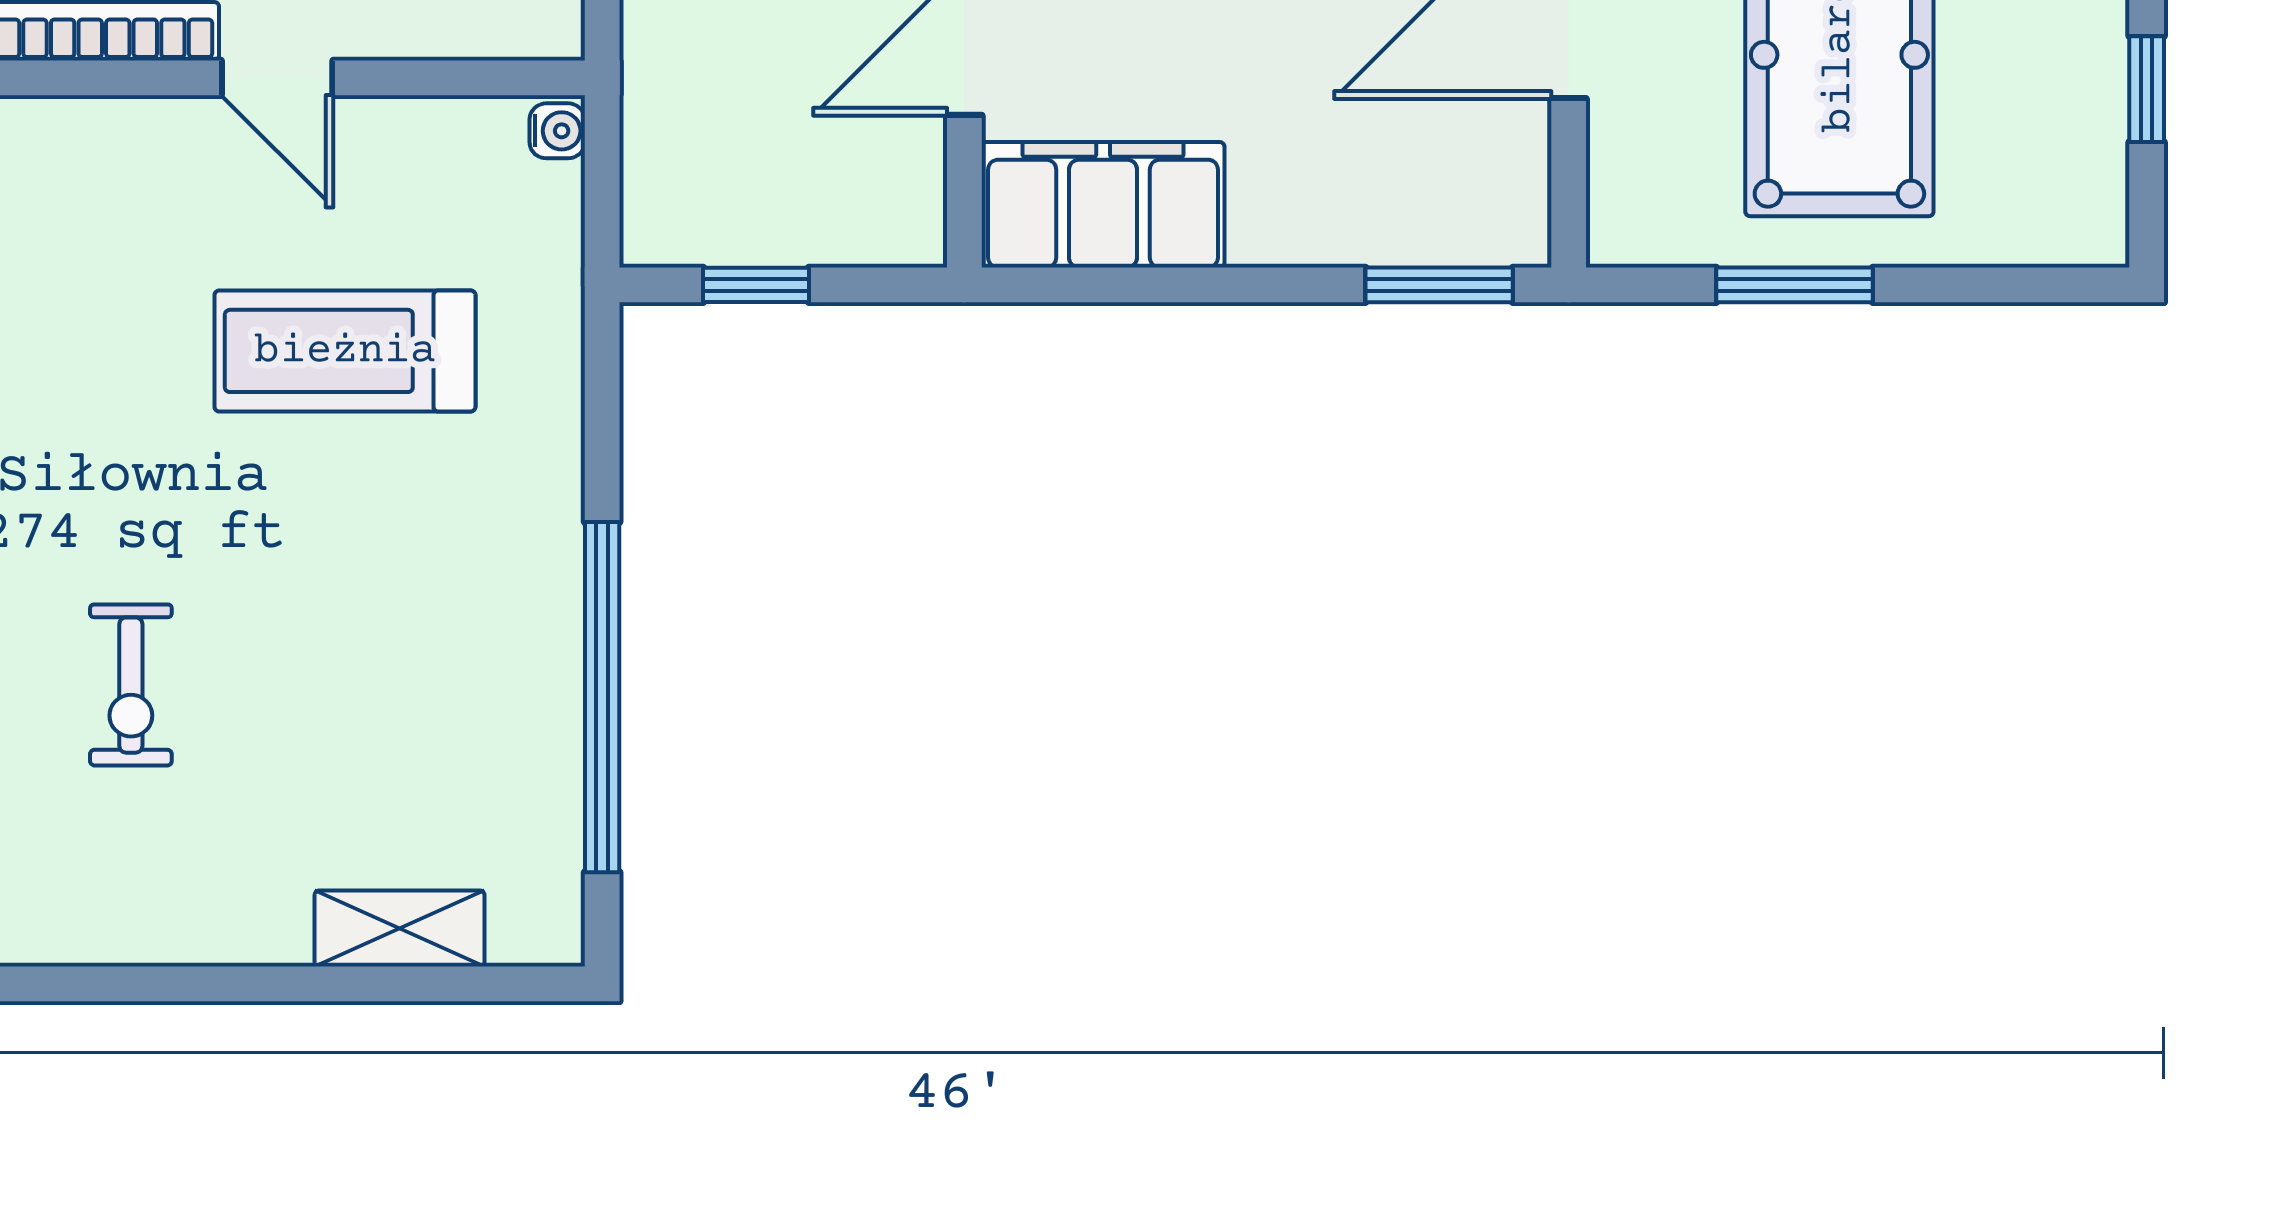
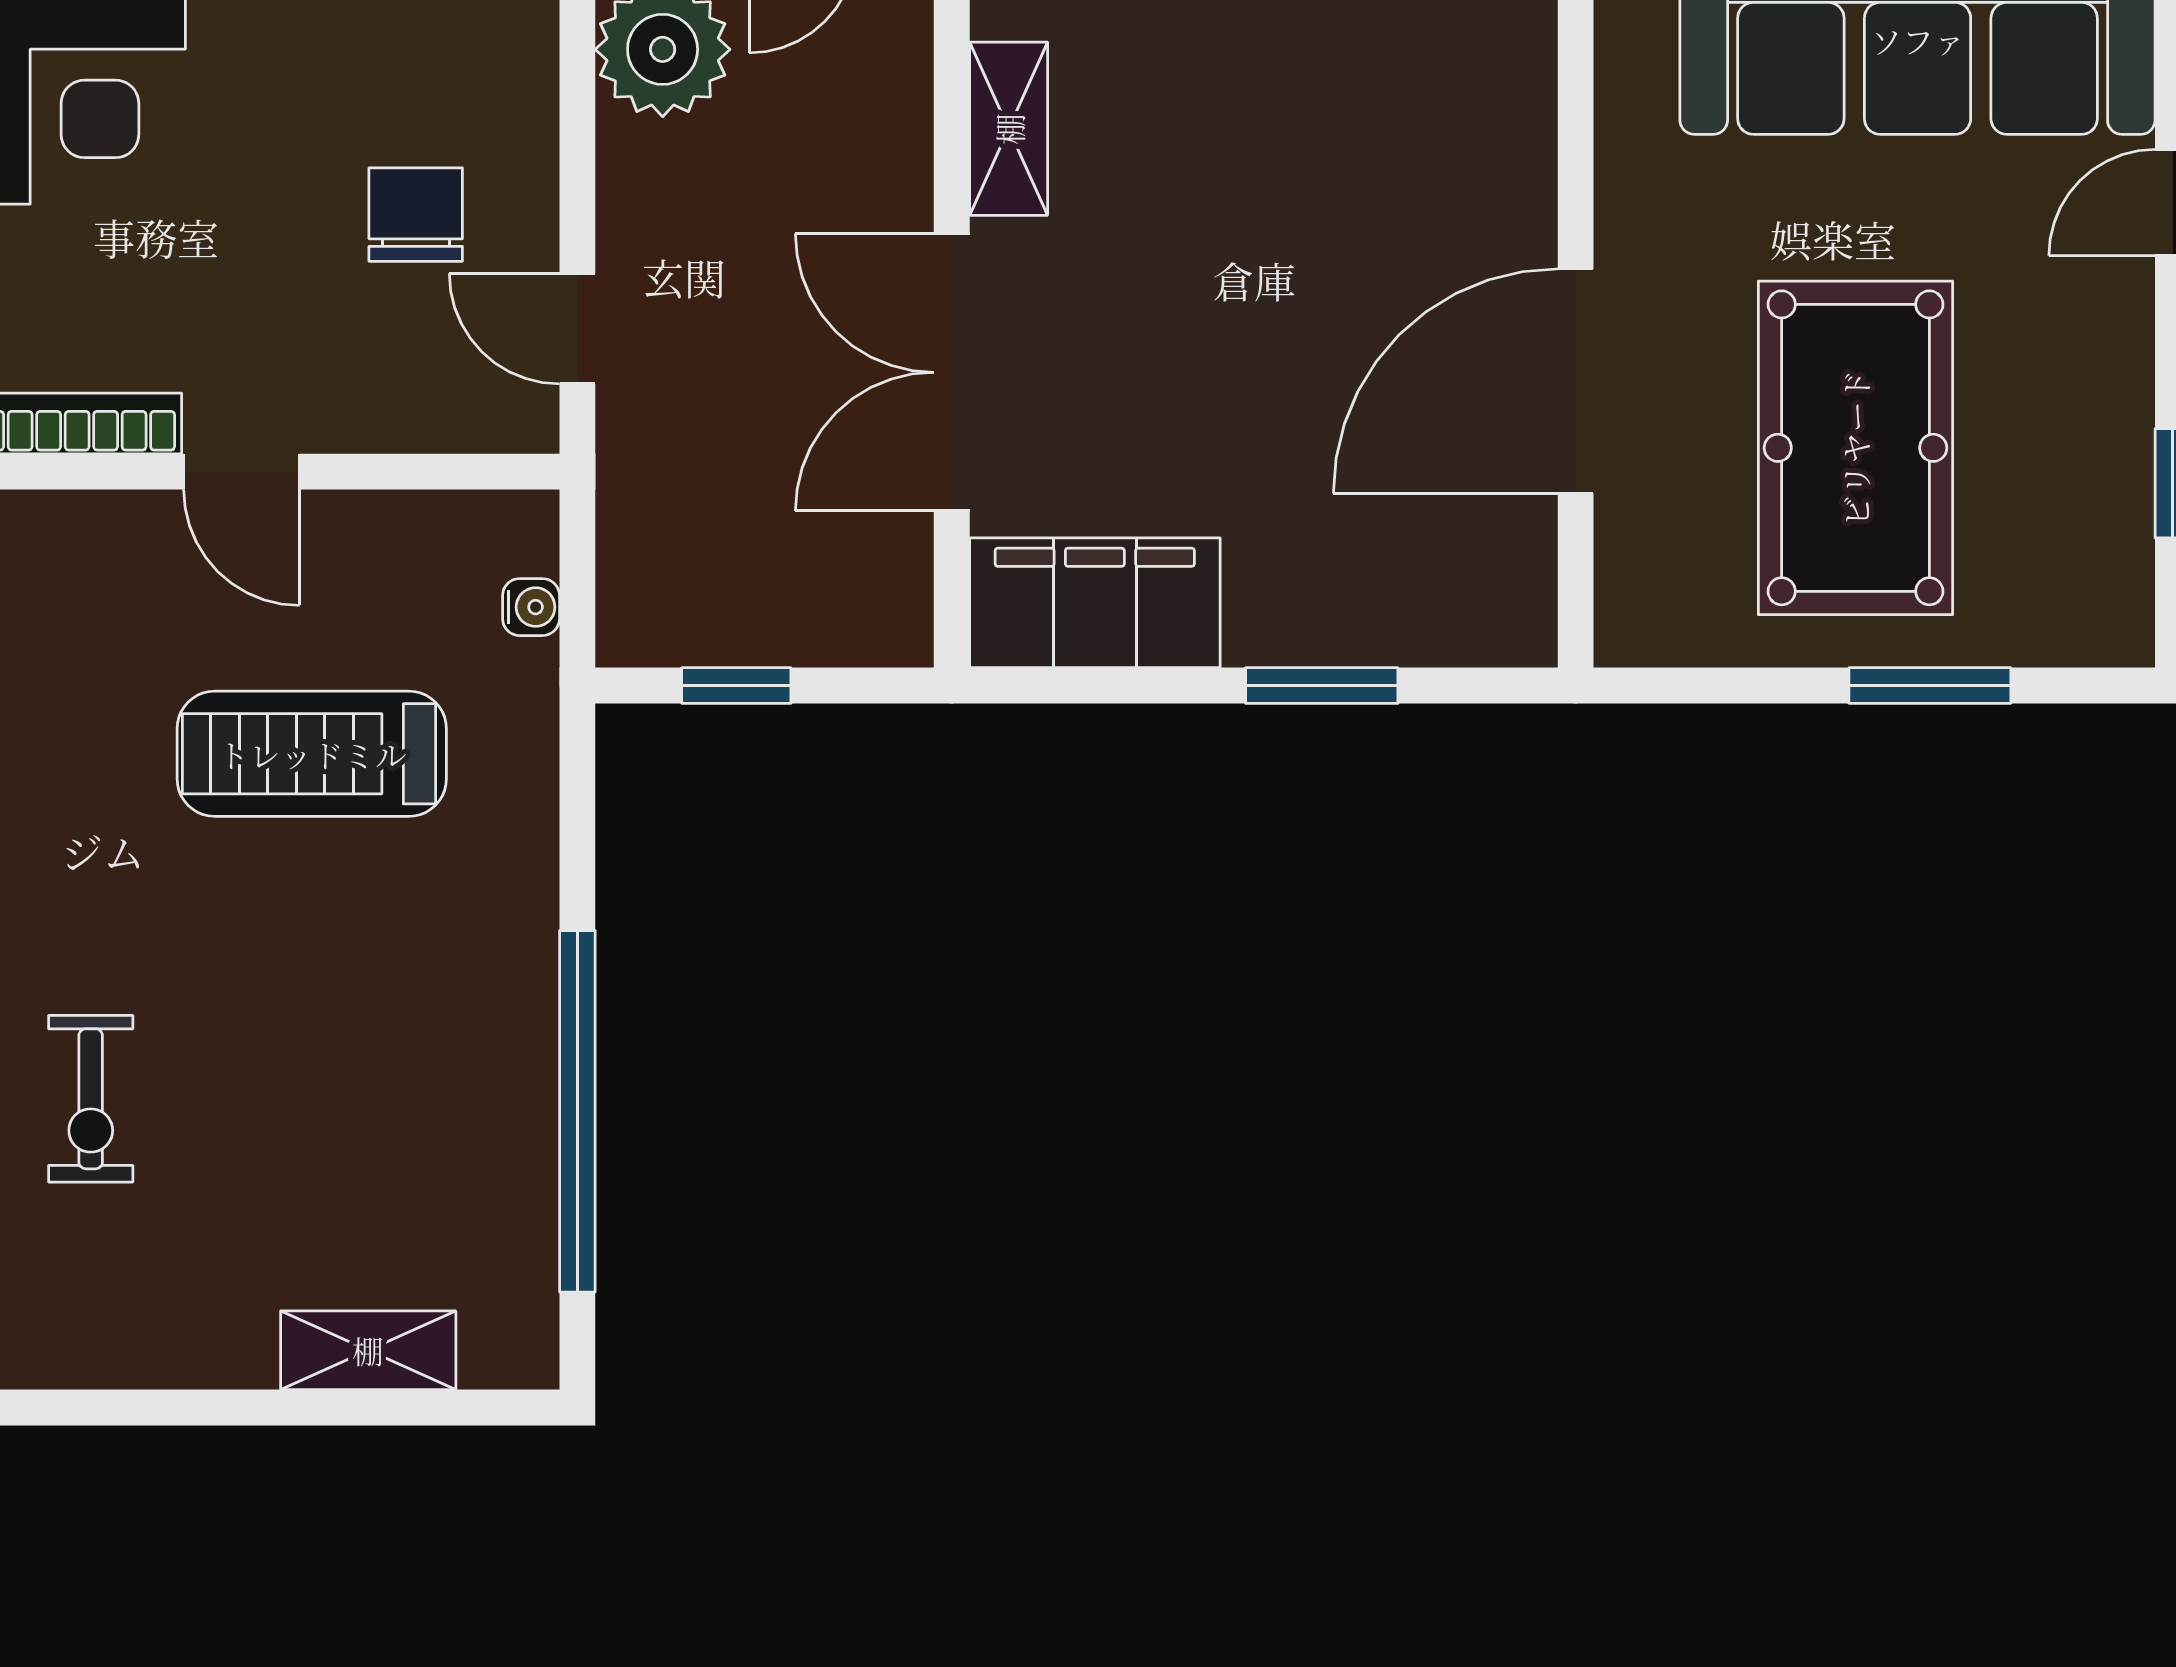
water cooler: (557, 131) -> (531, 607), moved
window: (1439, 285) -> (1322, 686), moved
window: (1794, 285) -> (1930, 686), moved

